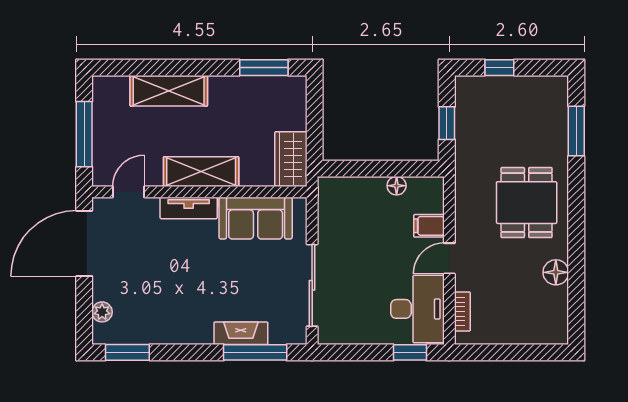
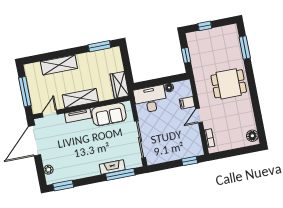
dining table: (527, 203) -> (229, 84), turned 90
floor lamp: (556, 272) -> (252, 136), moved
desk: (417, 309) -> (150, 99), moved, turned -90

